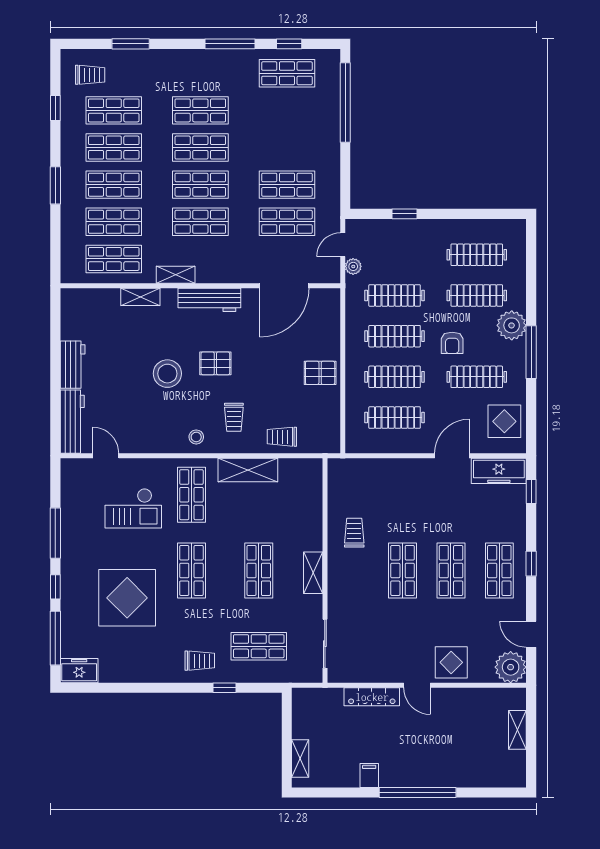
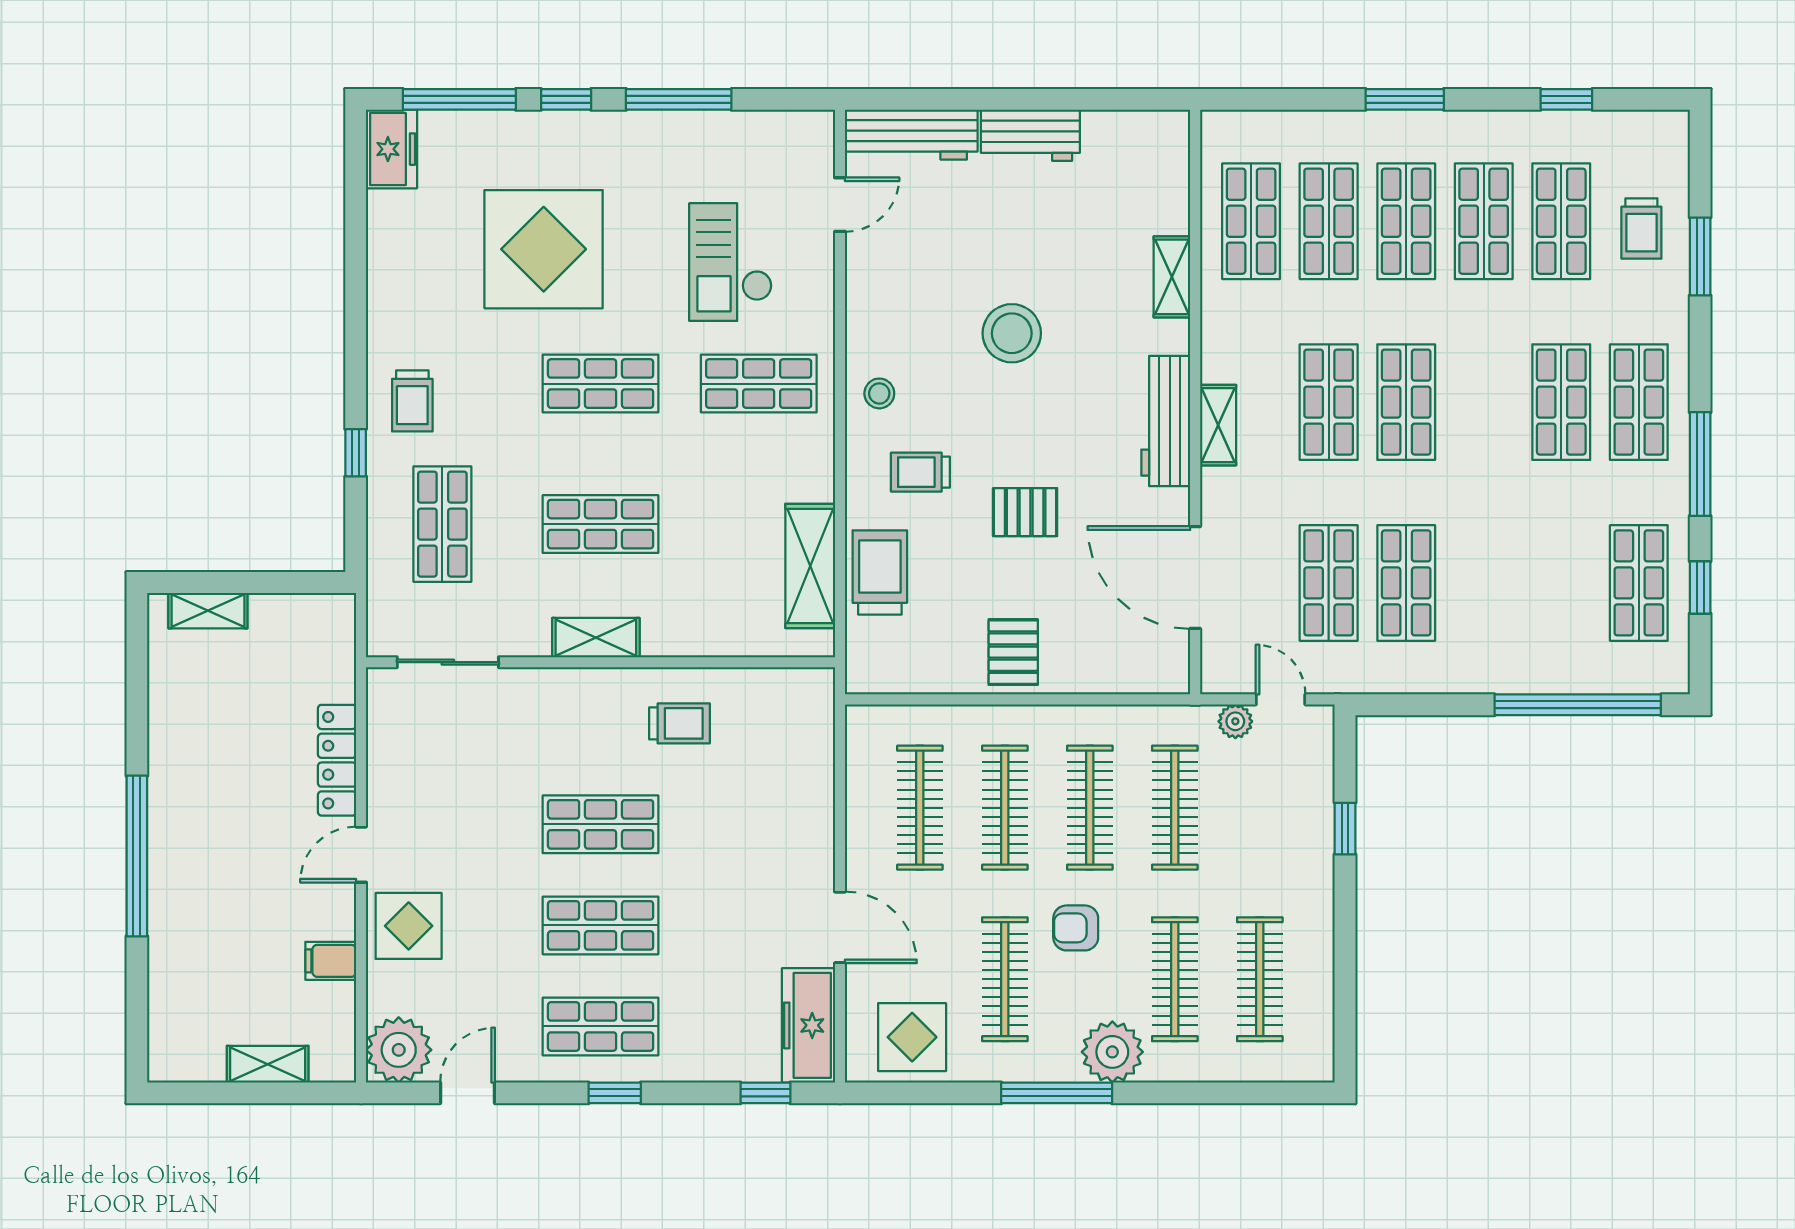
trolley: (90, 75) -> (1641, 228), moved
shop shelf: (200, 148) -> (1639, 402), moved
shelving: (176, 275) -> (1218, 425), moved
pallet: (215, 363) -> (1025, 512), moved, turned 90
trolley: (282, 437) -> (880, 572), width x1.36, depth x1.39
shelving: (248, 470) -> (810, 566), moved
filing cabinet: (369, 775) -> (331, 961), moved, turned 180

